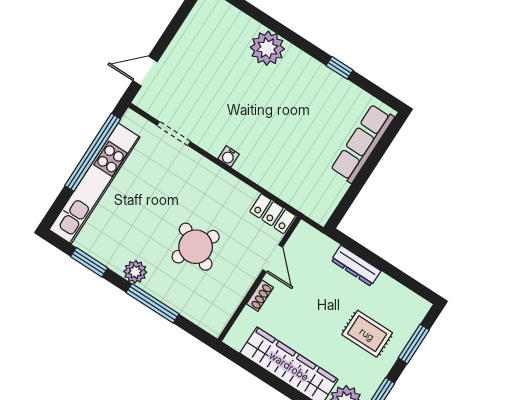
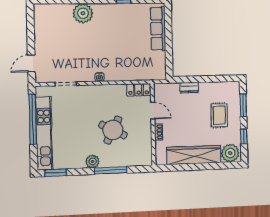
window: (89, 262) -> (56, 173), moved
dresser: (356, 266) -> (189, 88), width x0.70
rug: (367, 334) -> (219, 115), turned 90

